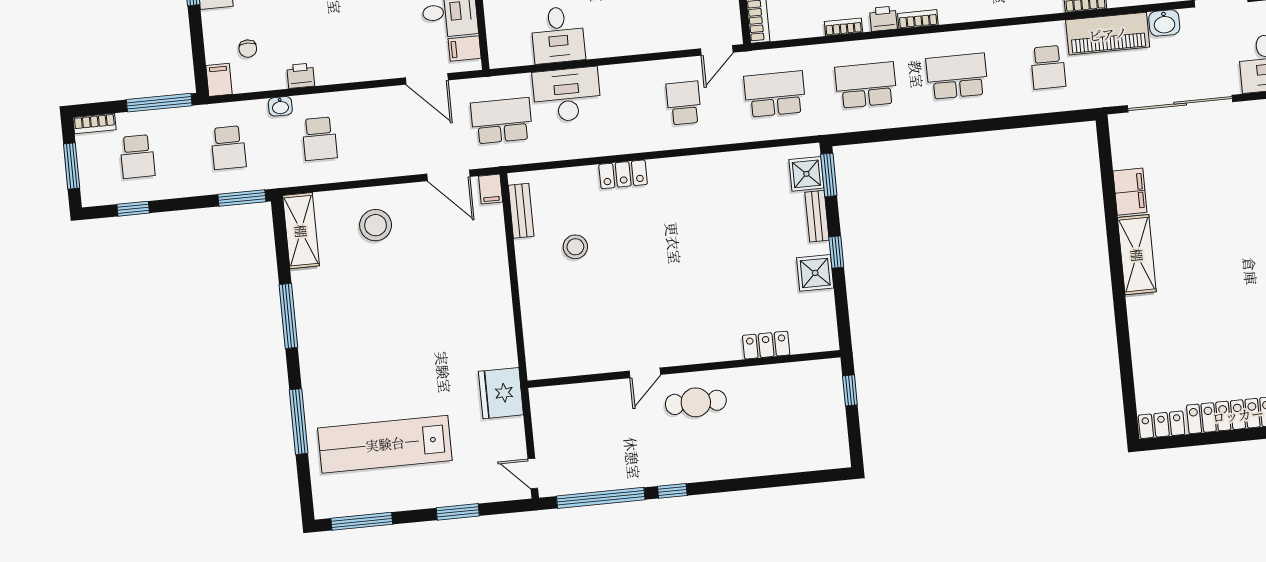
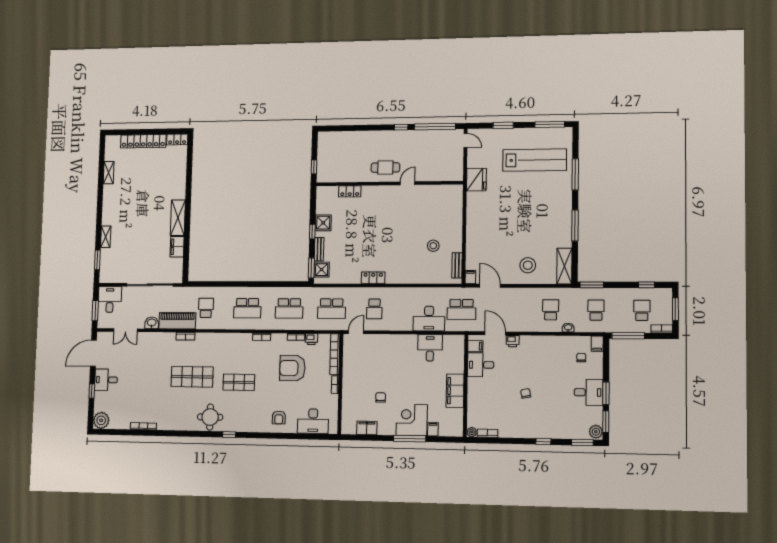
printer: (883, 19) -> (311, 339), moved
printer: (301, 76) -> (513, 341), moved
locker: (623, 174) -> (373, 278), moved

